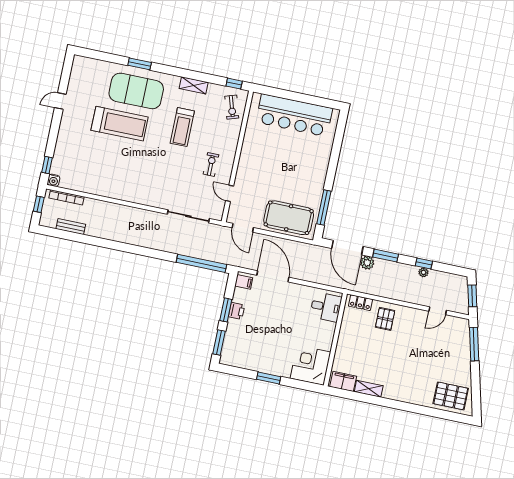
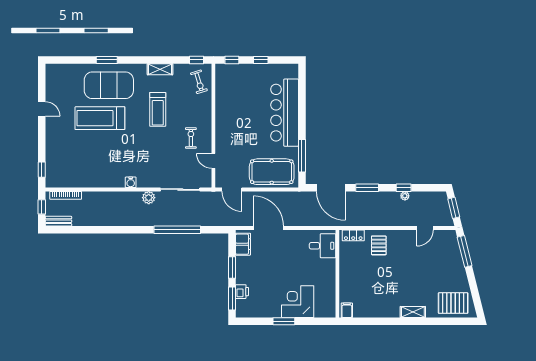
window: (271, 91) -> (232, 60), added
window: (302, 98) -> (261, 60), added
door: (60, 101) -> (42, 109), swing flipped
bar counter: (294, 115) -> (285, 113), moved, turned 90
treadmill: (120, 124) -> (100, 118), turned 180
water cooler: (54, 180) -> (131, 182), moved
bench: (71, 227) -> (58, 221), moved
window: (201, 263) -> (177, 230), moved
plant: (367, 263) -> (149, 198), moved
filing cabinet: (244, 282) -> (243, 244), width x2.00
printer: (237, 311) -> (242, 292), moved
corner desk: (310, 365) -> (298, 302), moved
filing cabinet: (343, 381) -> (347, 310), width x0.50
shelving: (369, 389) -> (413, 312), moved

